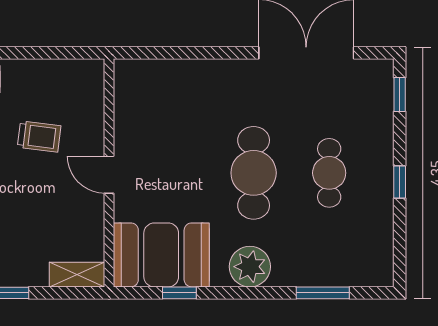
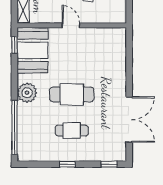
door: (109, 175) -> (71, 25), hinge flipped
window: (179, 293) -> (14, 45), moved
window: (323, 293) -> (14, 127), width x2.11

